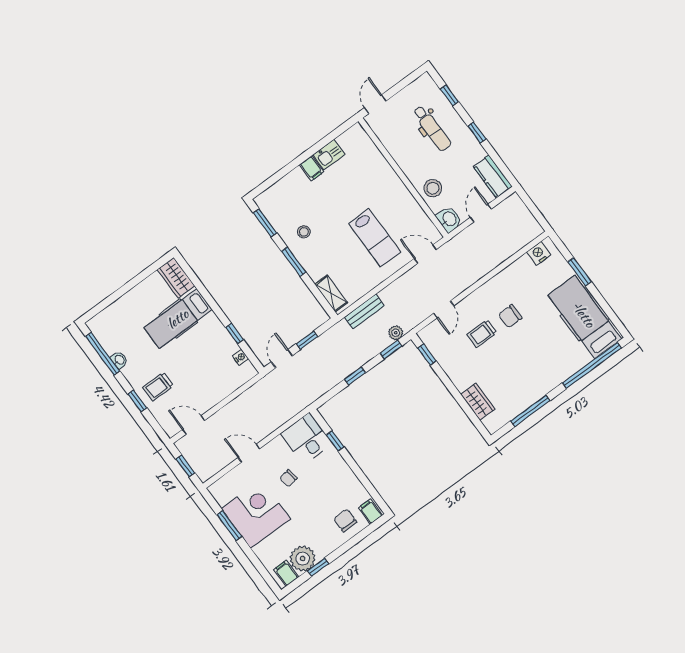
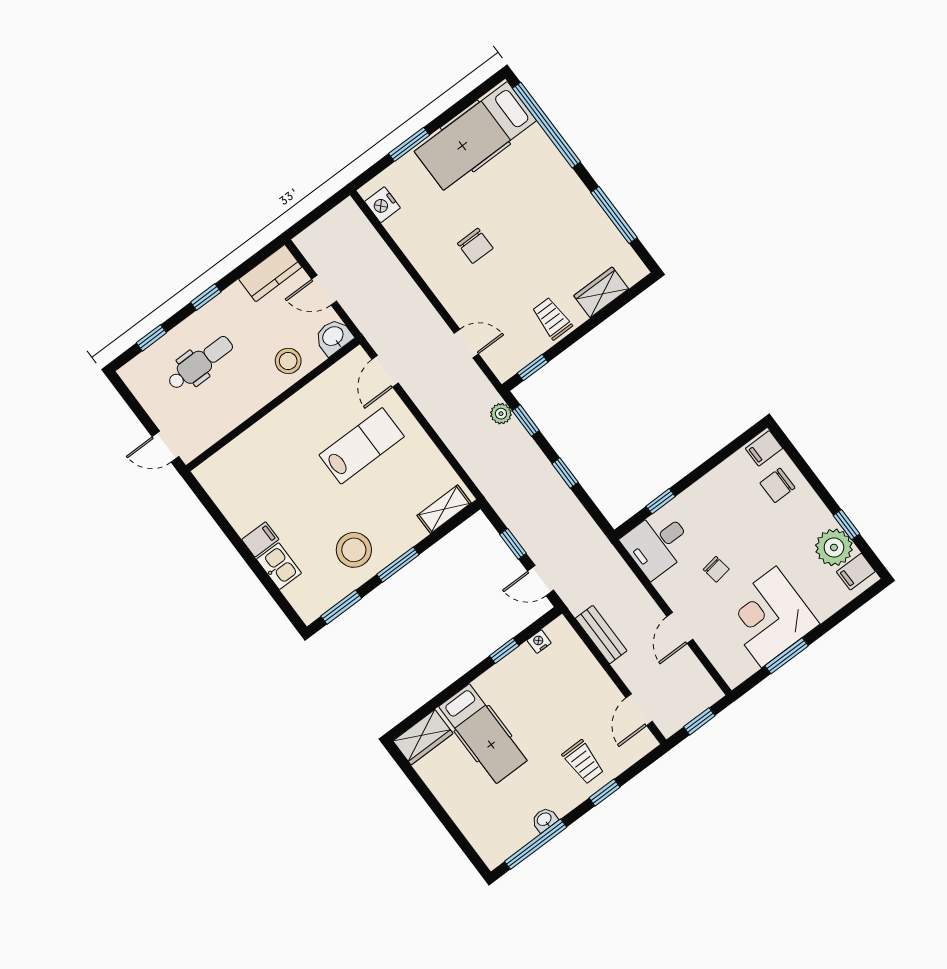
kitchen sink: (329, 154) -> (279, 566), moved
stool: (304, 232) -> (354, 550), width x1.89, depth x1.89
bench: (364, 311) -> (601, 635), moved
trolley: (482, 334) -> (552, 318), moved, turned 180

